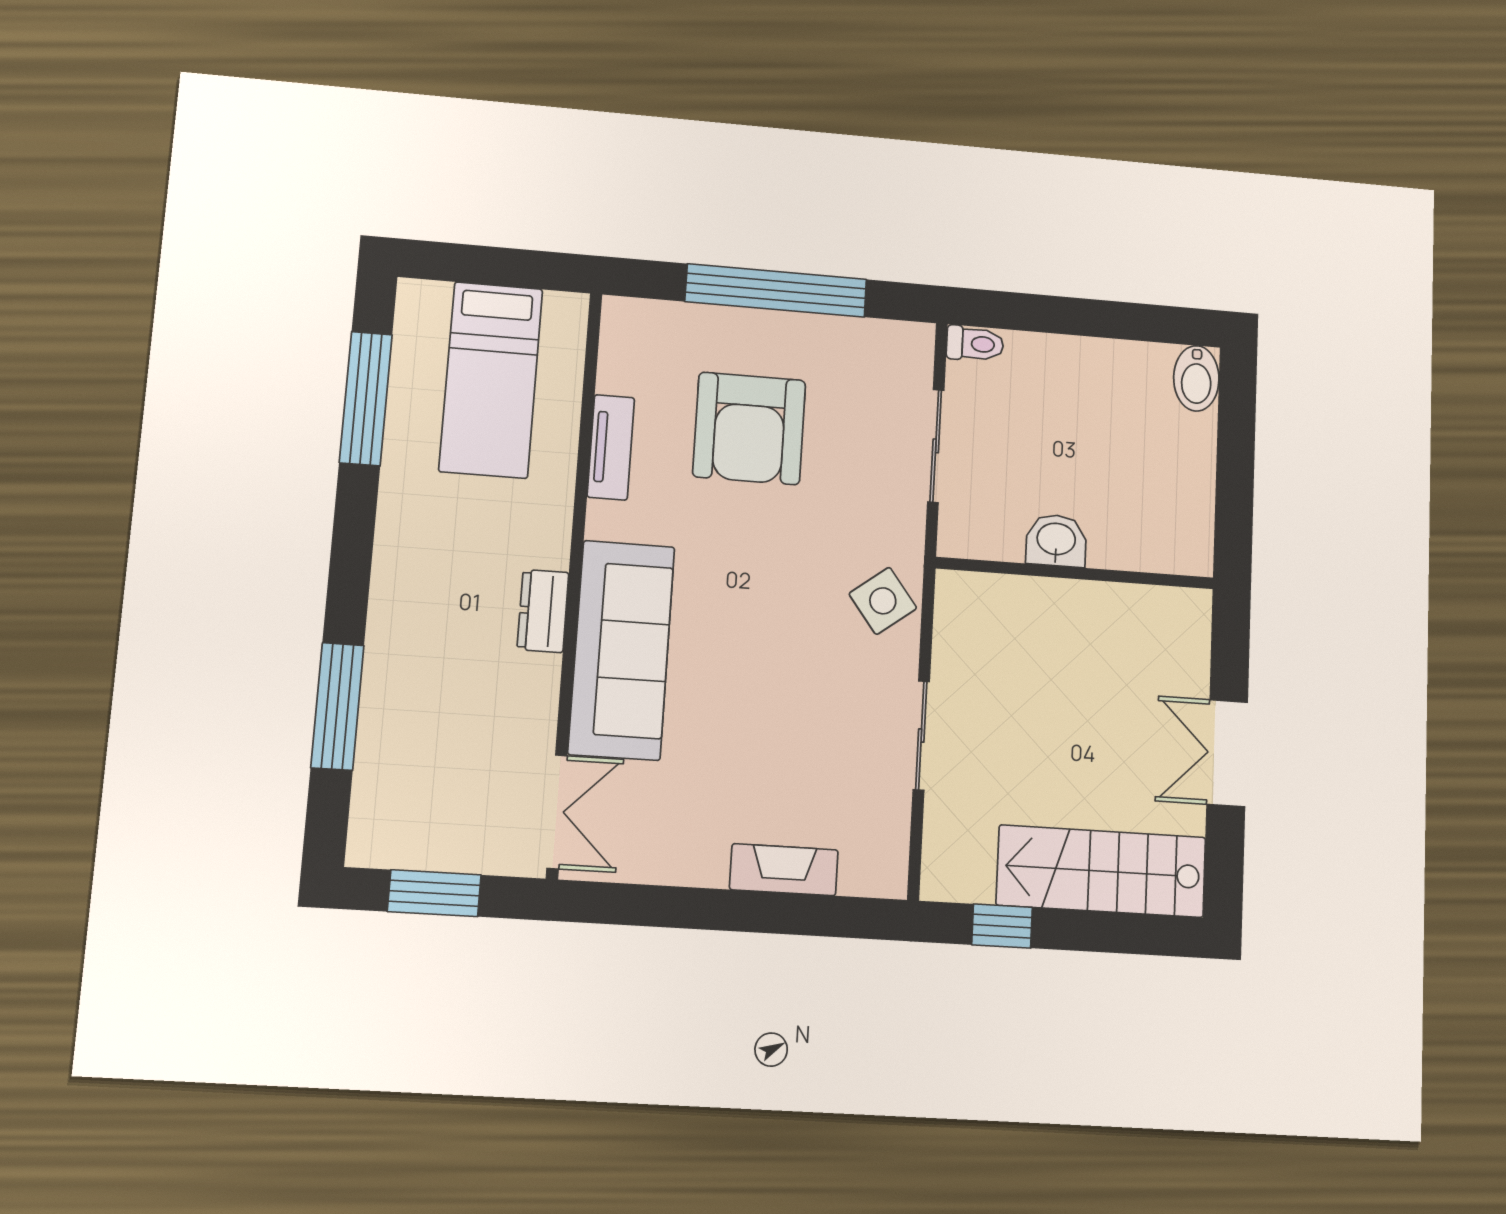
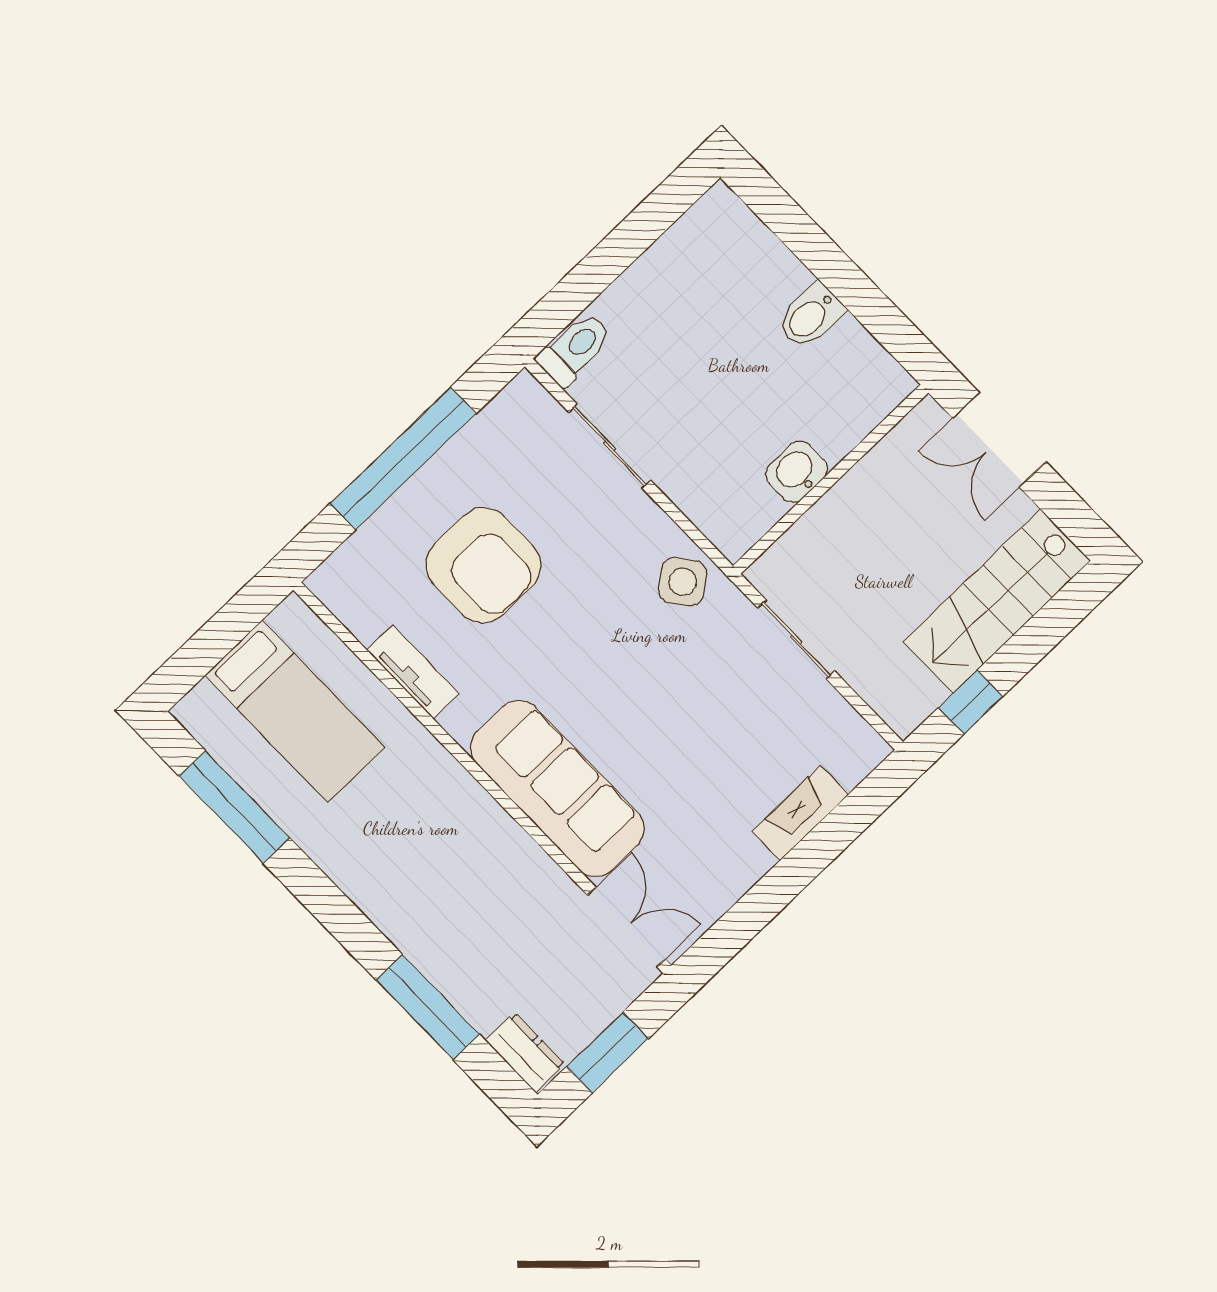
toilet: (975, 344) -> (575, 349), width x1.37, depth x1.39
bidet: (1196, 378) -> (810, 316), moved, turned 90
washbasin: (1056, 540) -> (797, 472), moved
wall: (1075, 573) -> (831, 479), moved
dresser: (543, 611) -> (525, 1053), moved, turned 180

